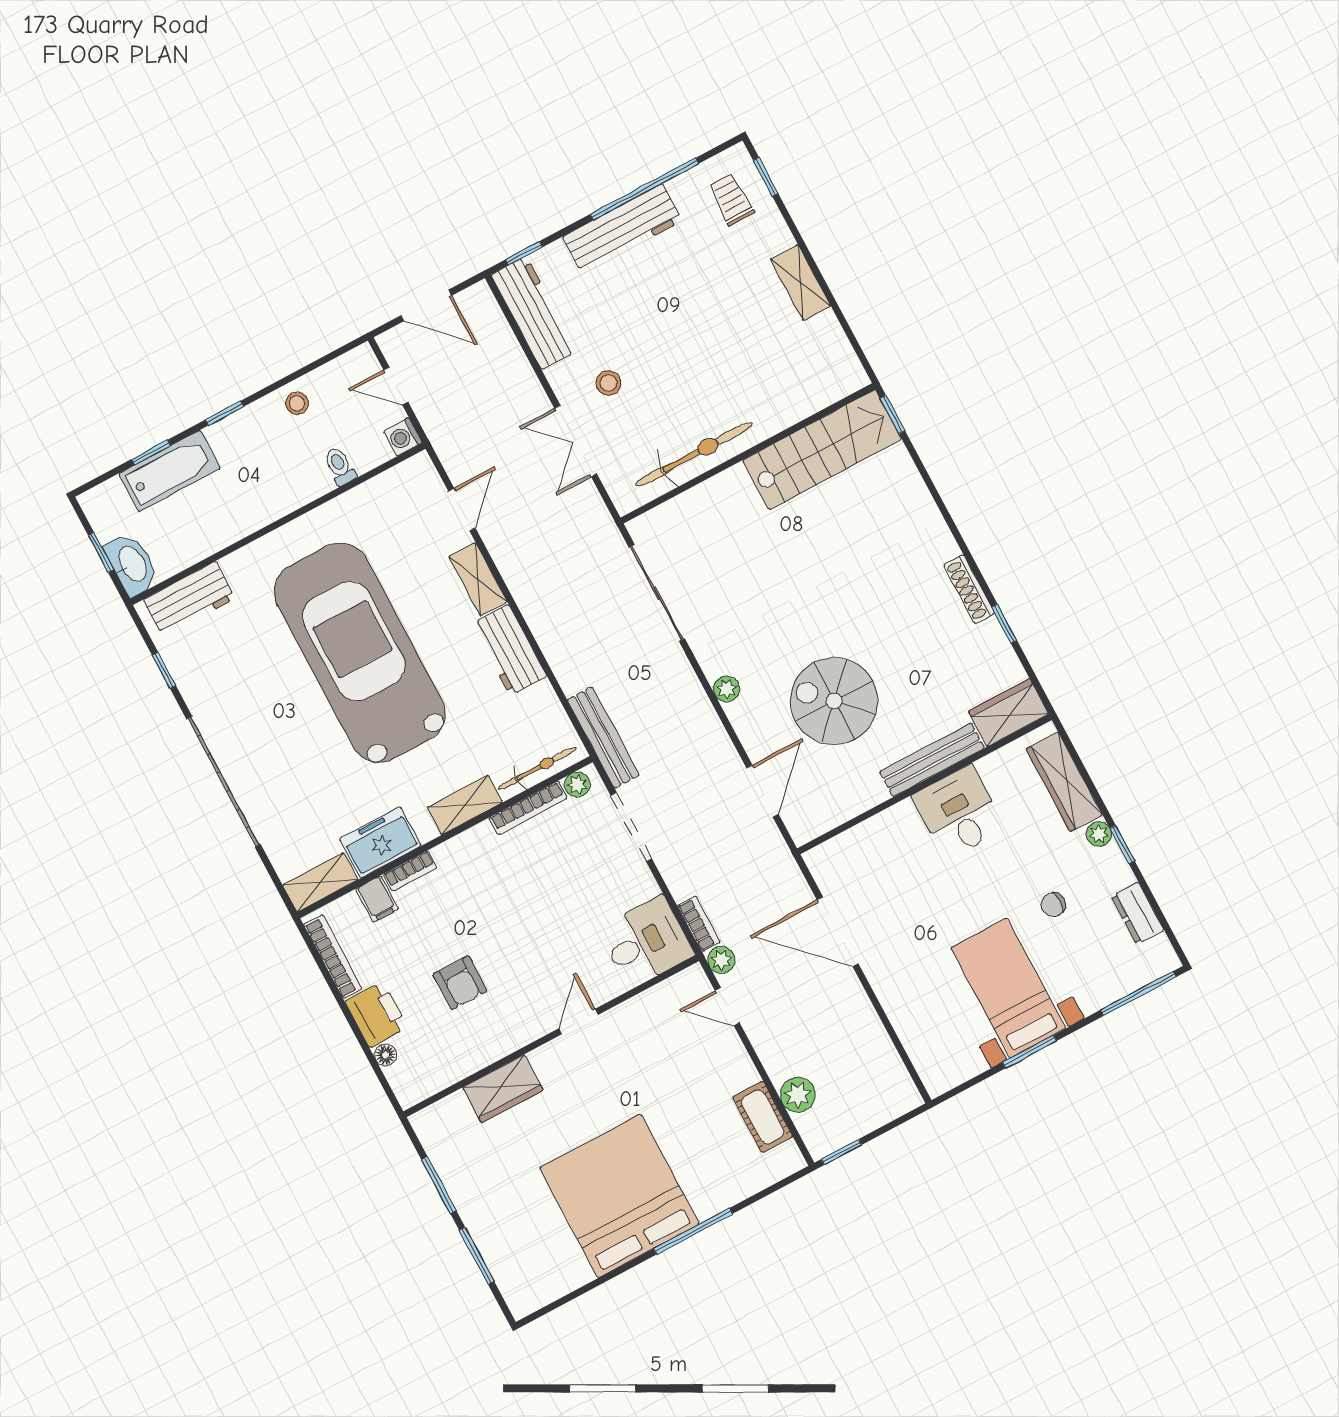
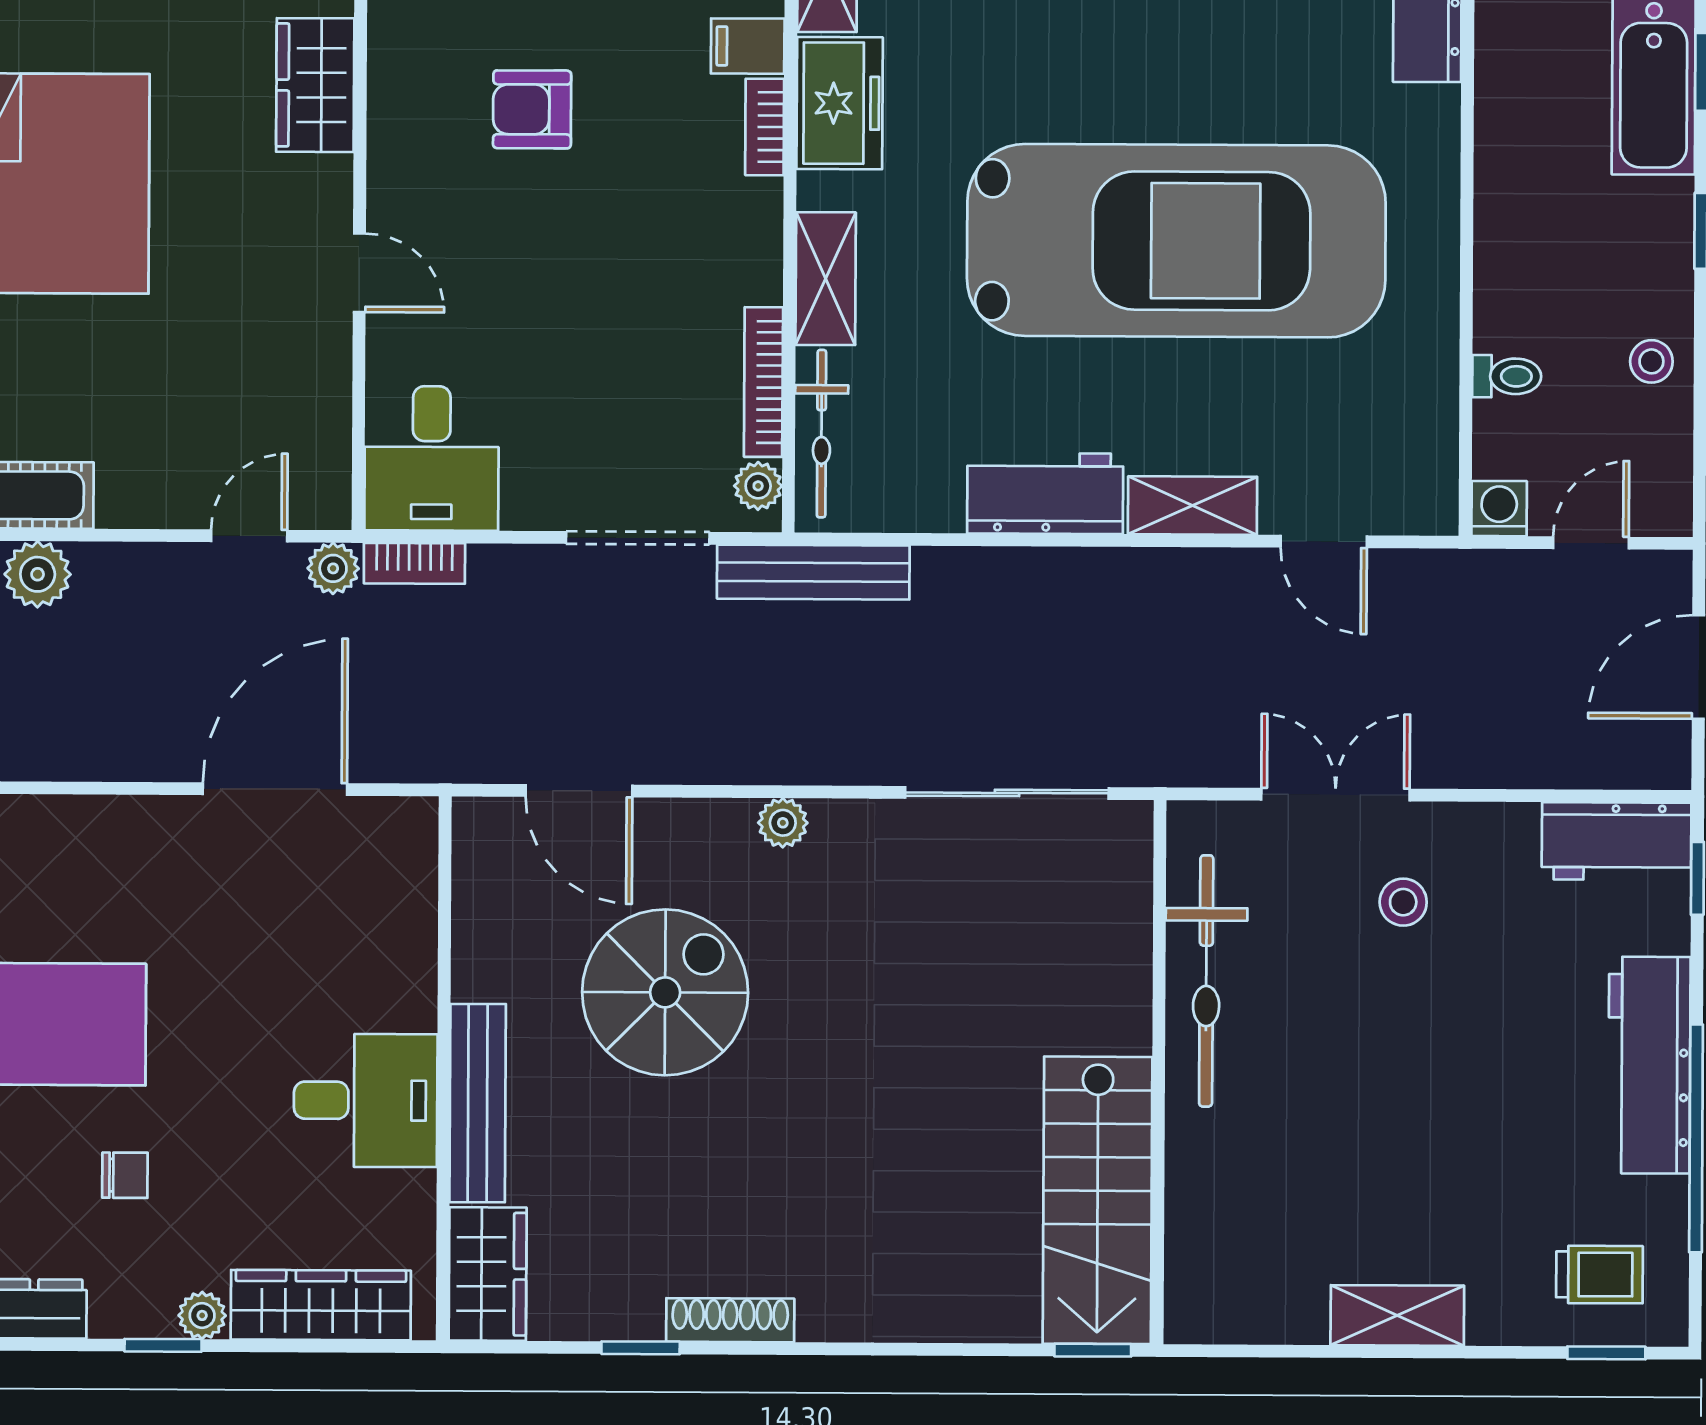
workbench: (534, 313) -> (1617, 841), width x0.73
chair: (1053, 905) -> (125, 1175), turned 90

